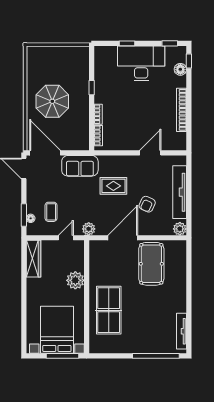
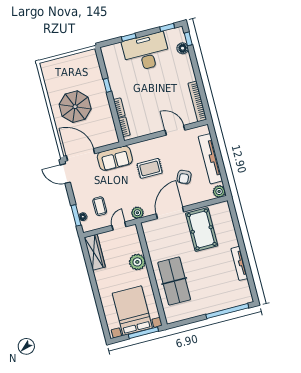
bookcase: (181, 110) -> (197, 101), moved
door: (150, 153) -> (175, 130), hinge flipped
tv unit: (181, 331) -> (239, 263), moved

